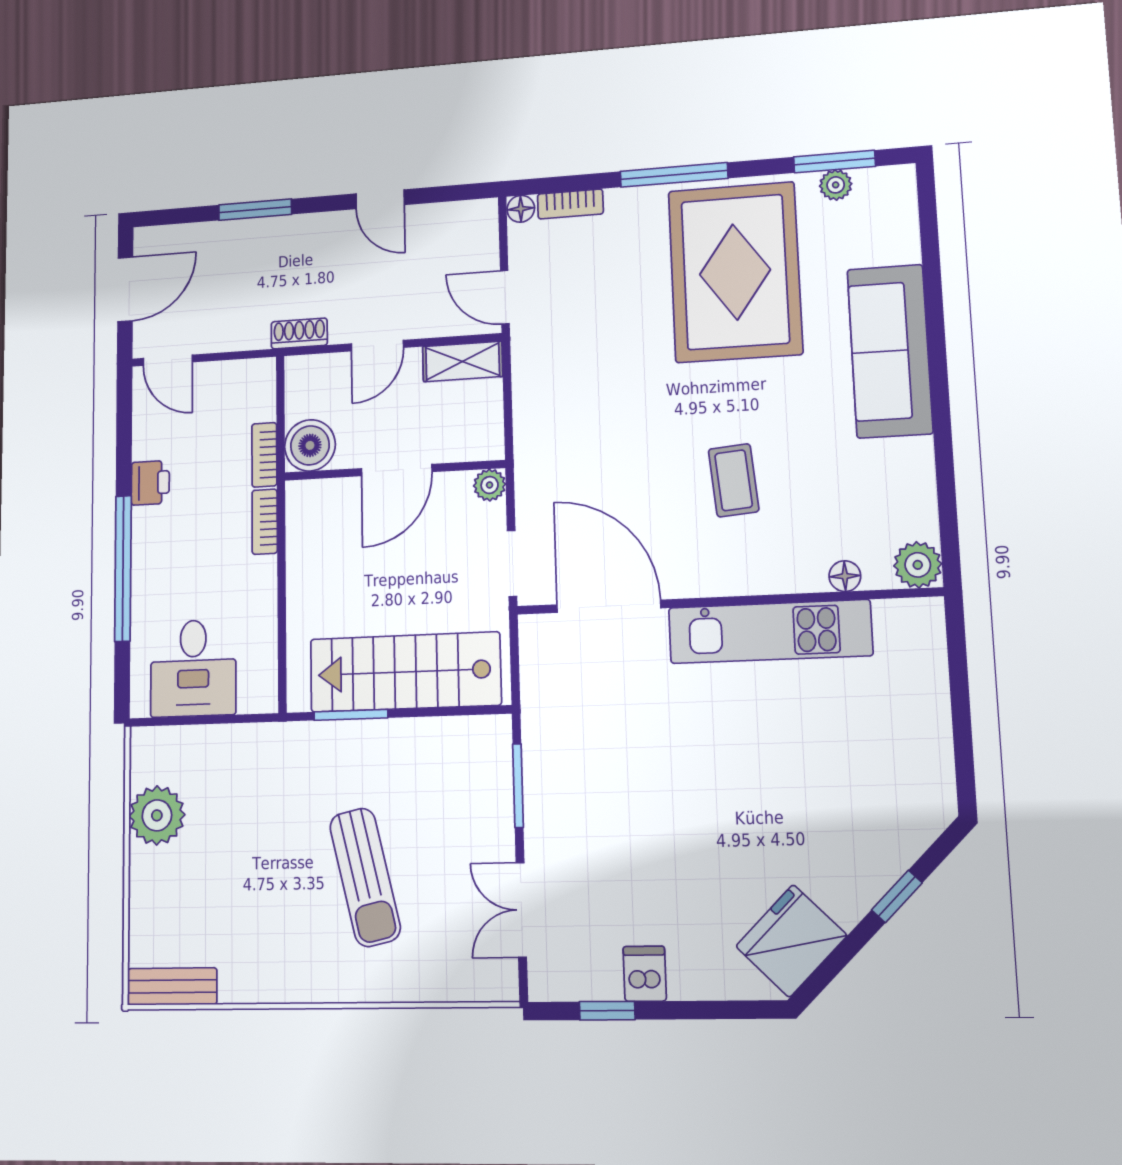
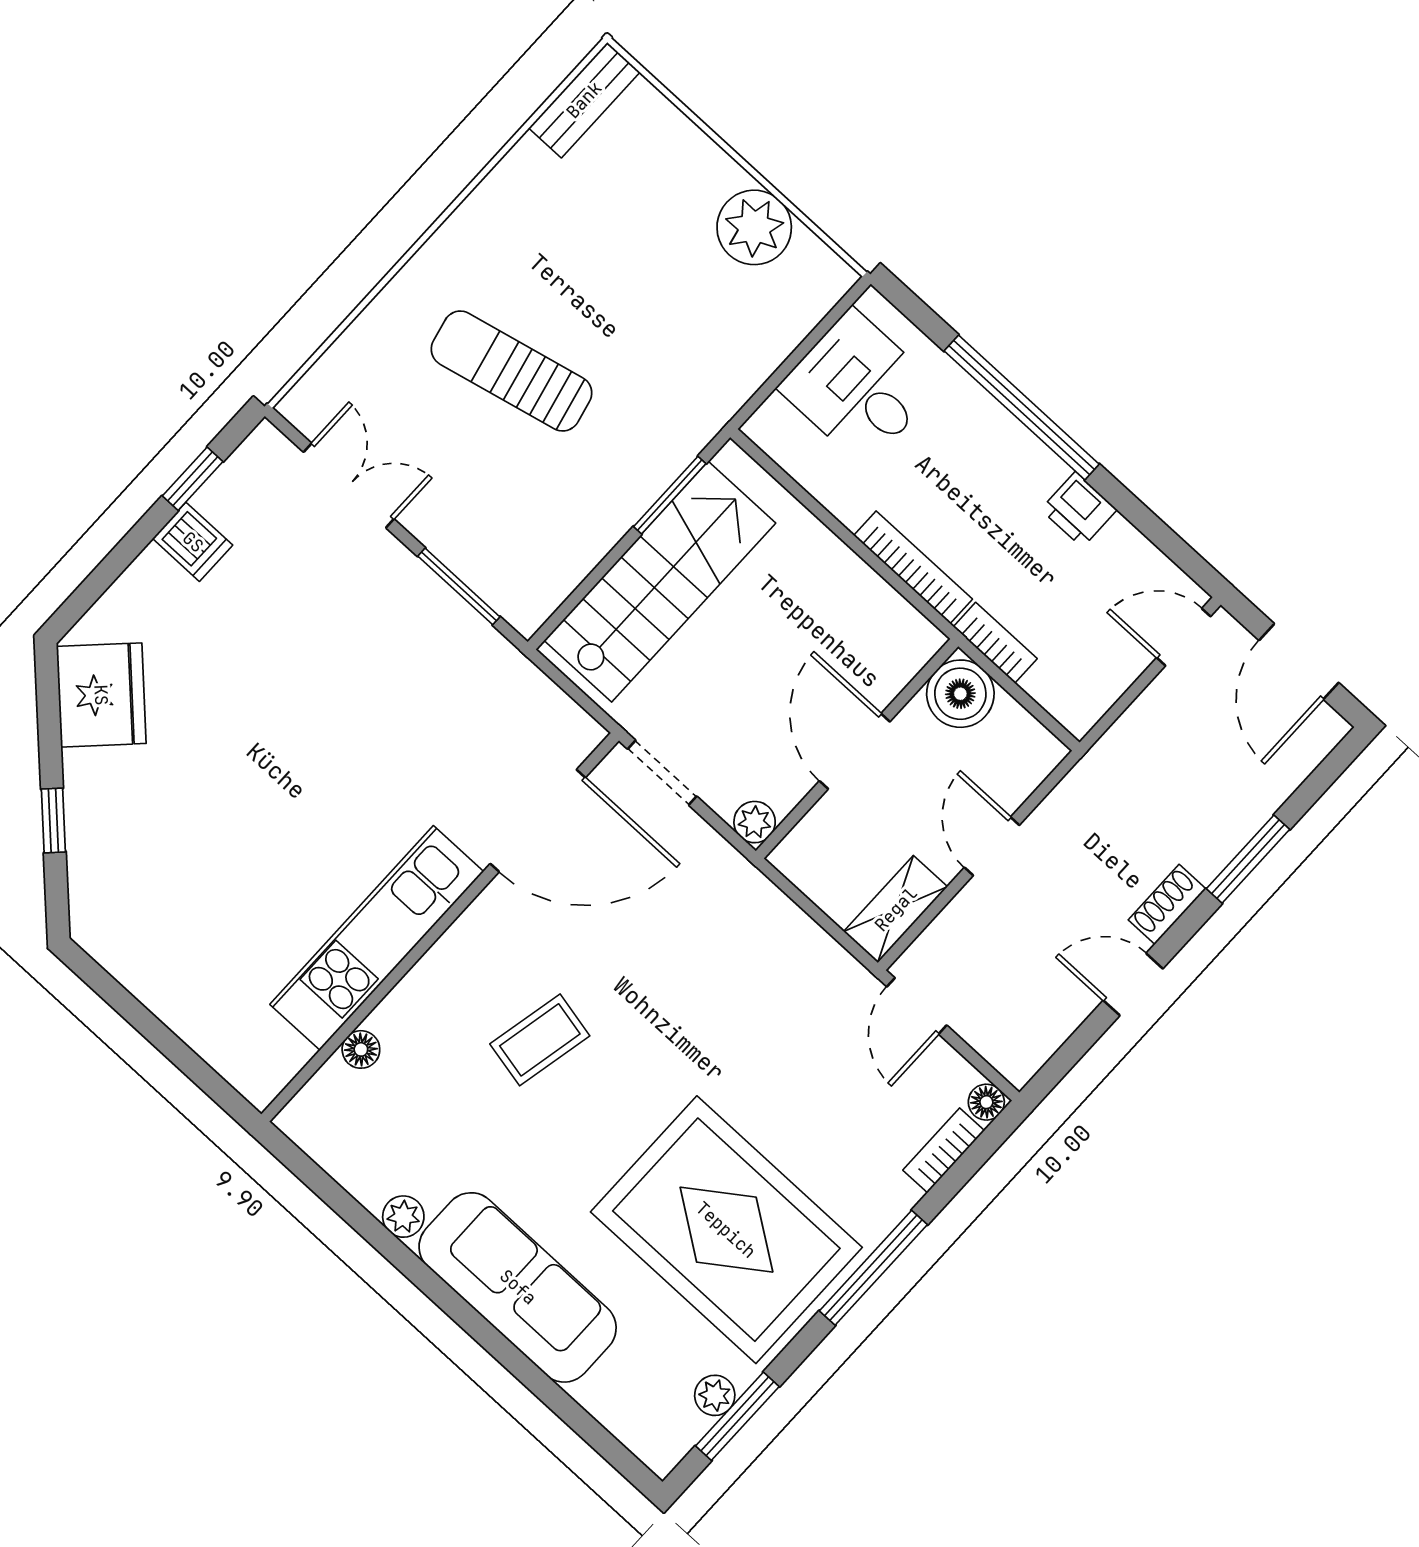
door: (505, 297) -> (917, 1006), swing flipped
shoe rack: (299, 334) -> (1167, 904), moved, turned 180
coffee table: (734, 480) -> (540, 1040), turned -73
bookcase: (265, 522) -> (913, 567), width x1.56
plant: (918, 565) -> (403, 1217), moved, width x0.73, depth x0.73

